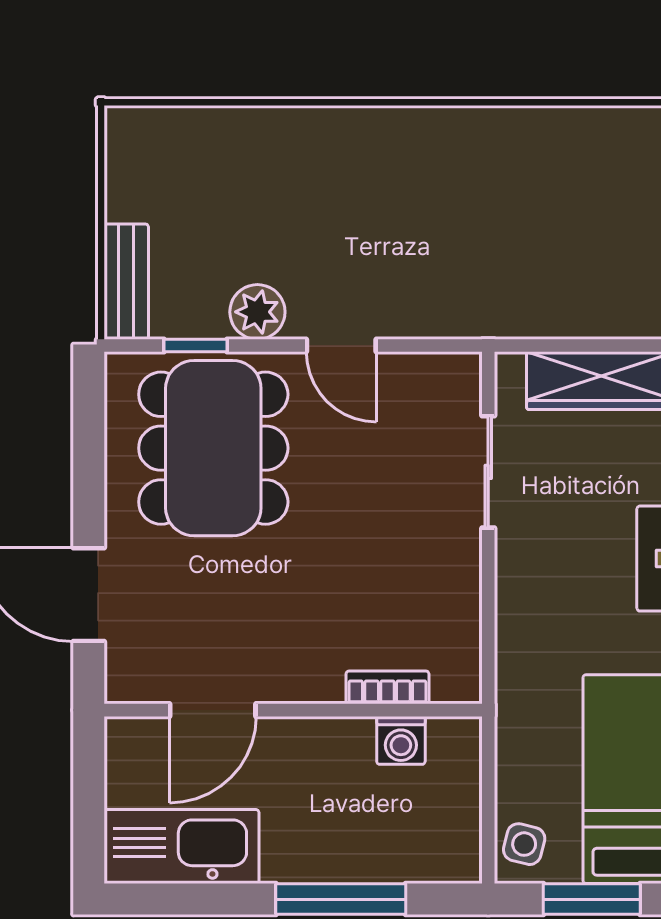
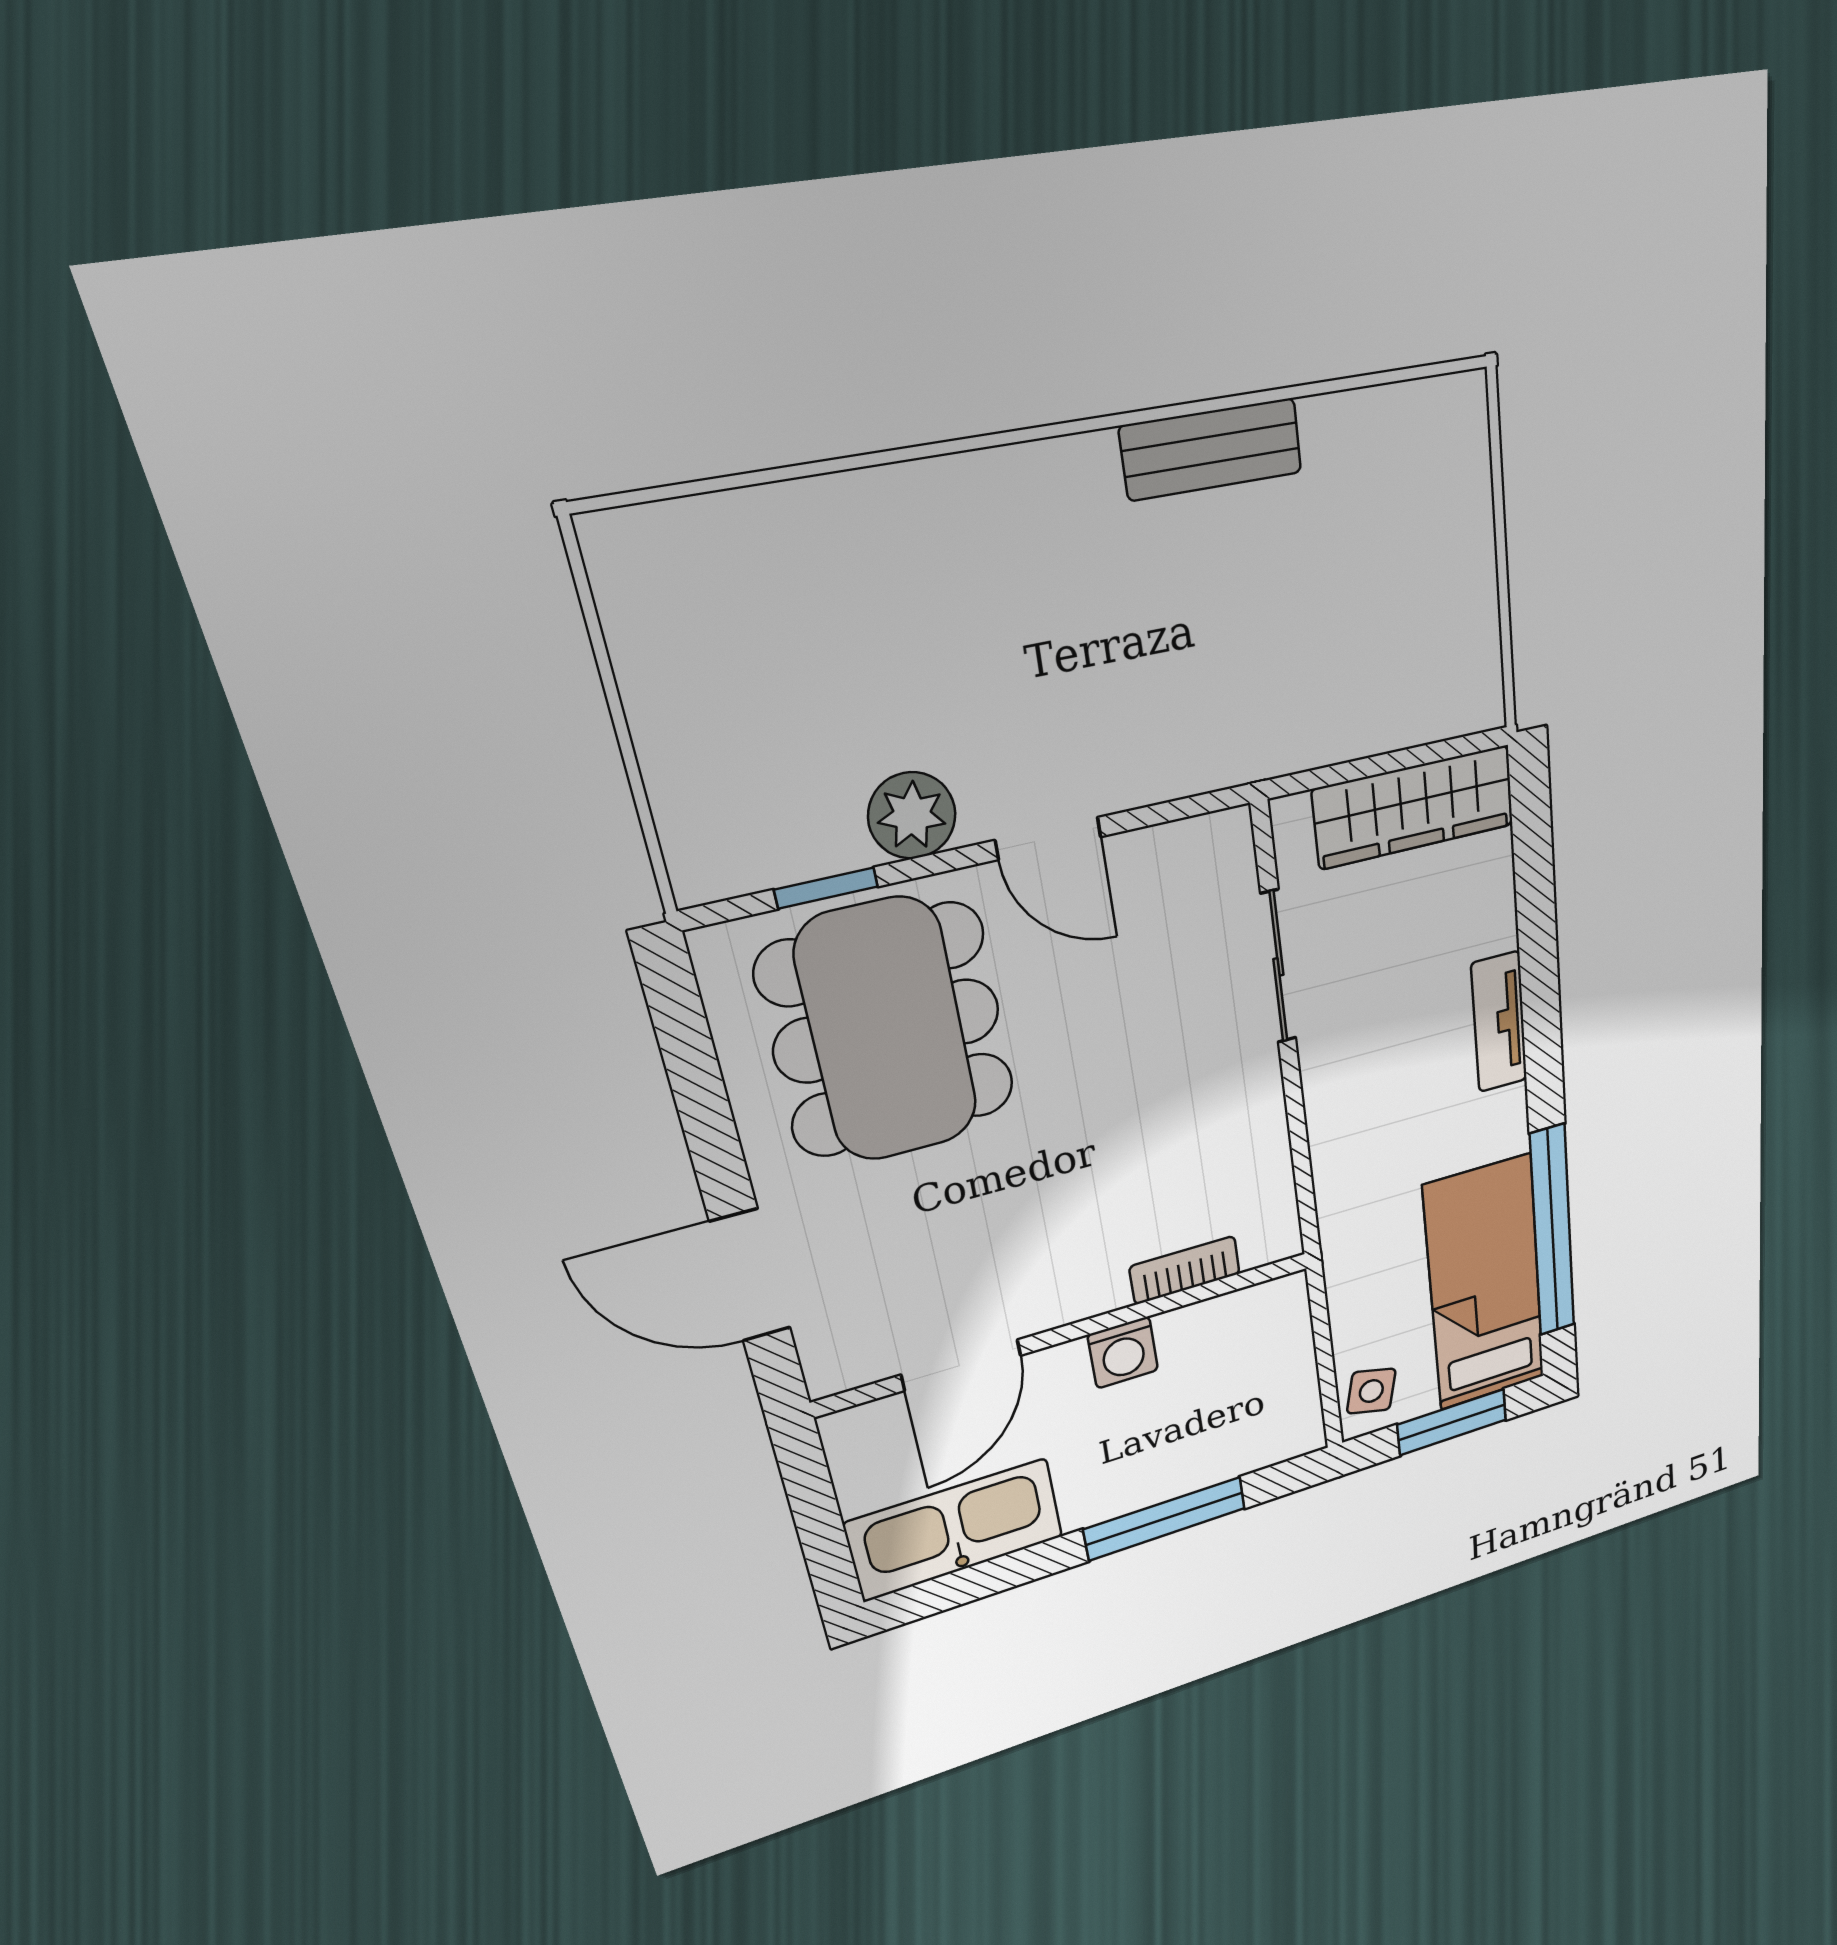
bench: (126, 282) -> (1211, 449), moved, turned 90
washing machine: (401, 740) -> (1123, 1353), moved

